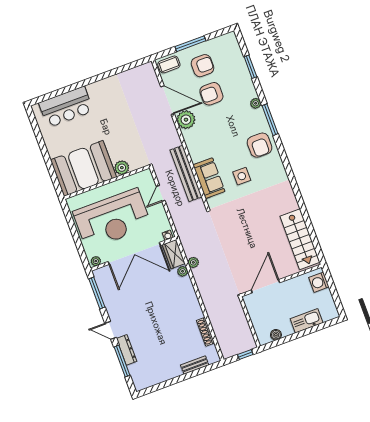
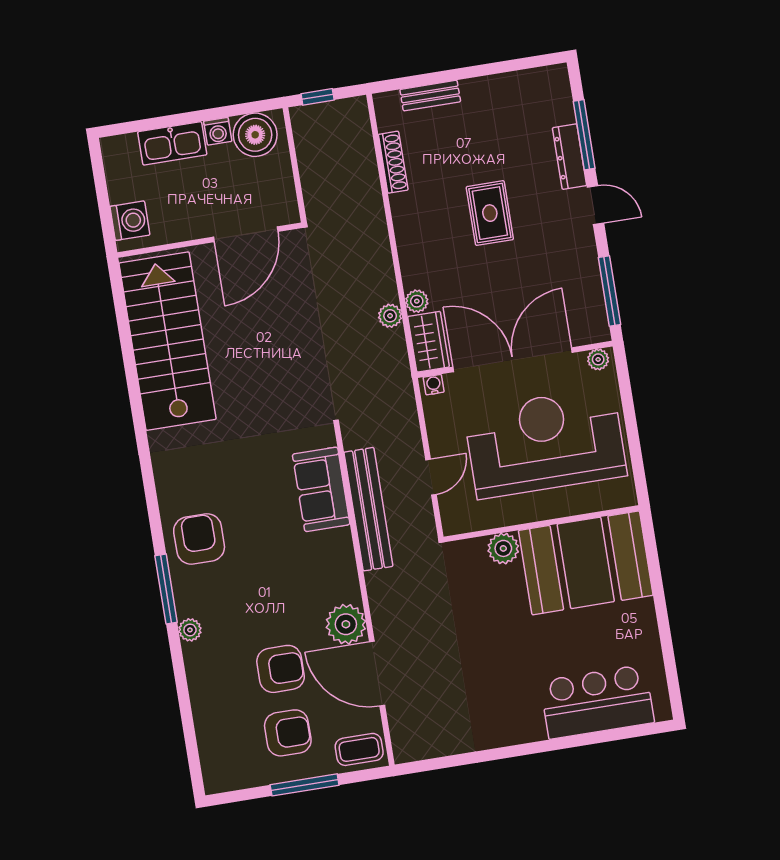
armchair: (203, 66) -> (288, 733), turned 180
window: (250, 67) -> (186, 710), removed
side table: (242, 176) -> (250, 480), removed
stairs: (300, 239) -> (168, 341), width x1.36, depth x1.51
rug: (157, 317) -> (490, 213), added
washing machine: (287, 330) -> (218, 131), added
boiler: (276, 335) -> (255, 135), width x1.86, depth x1.86

